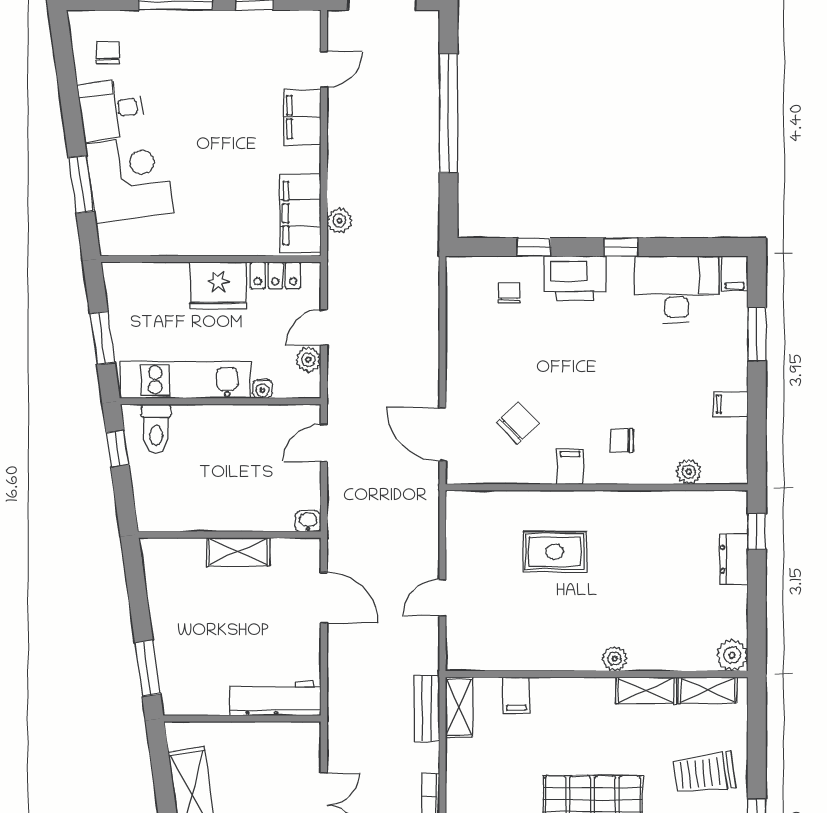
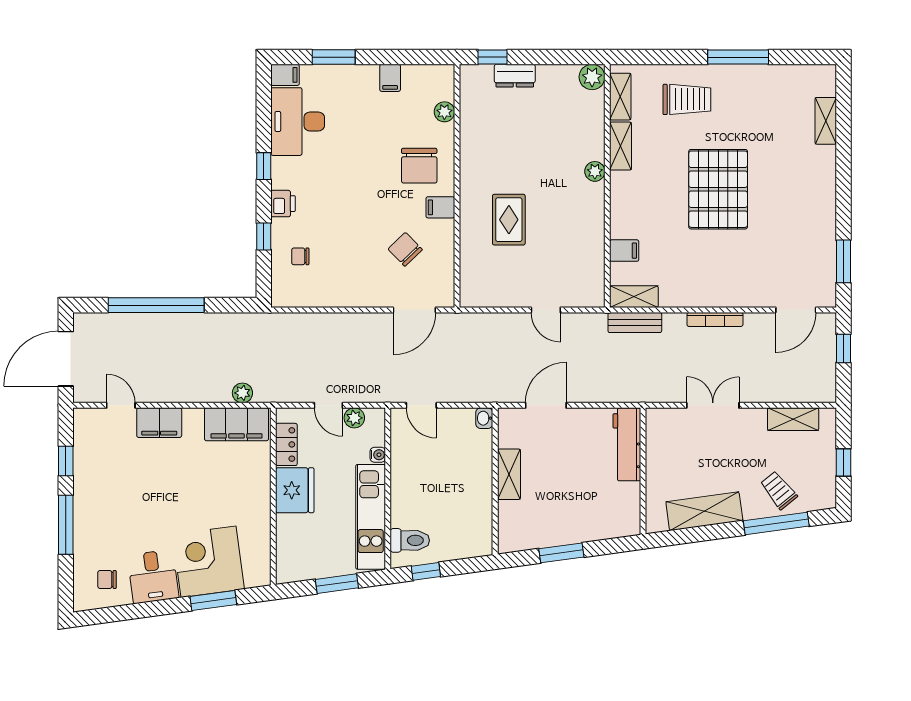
printer: (575, 278) -> (283, 204), width x0.53, depth x0.68
chair: (622, 440) -> (419, 166), width x1.87, depth x1.87
window: (148, 668) -> (561, 553), moved
trolley: (704, 773) -> (687, 99), turned -83

